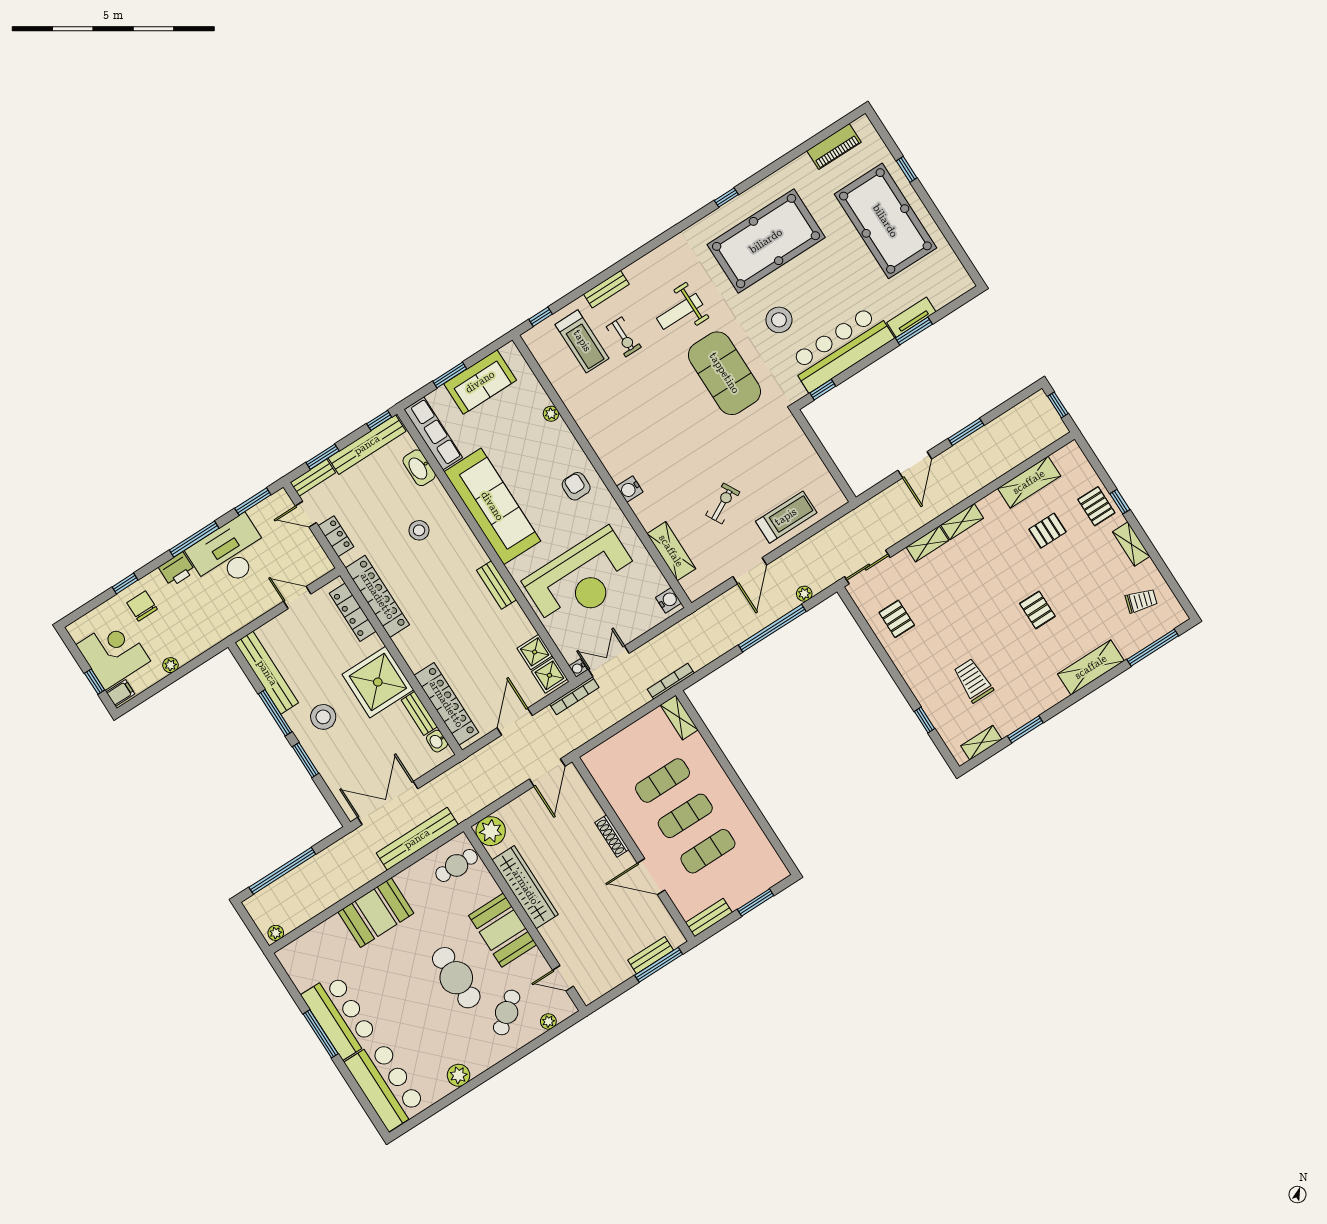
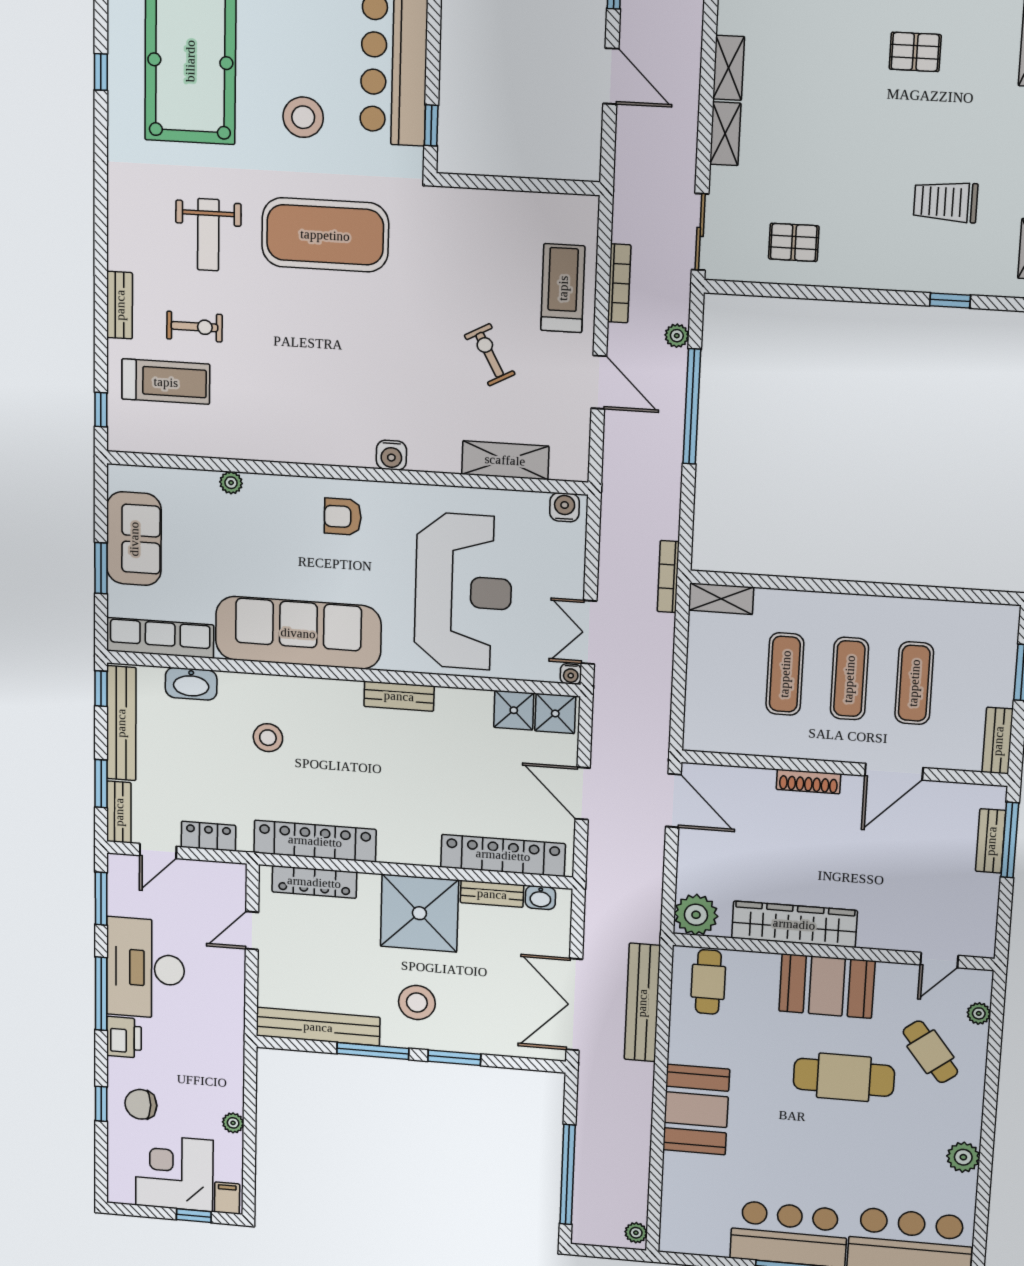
bookcase: (574, 696) -> (619, 283), moved

